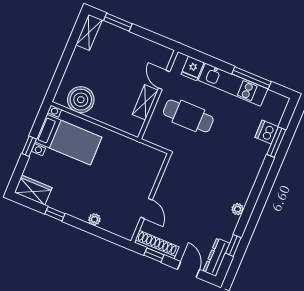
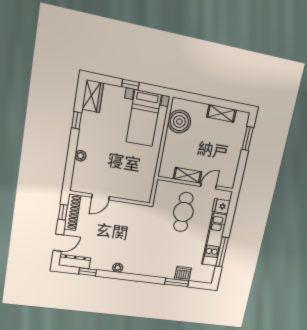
shelving: (89, 32) -> (222, 113), moved

